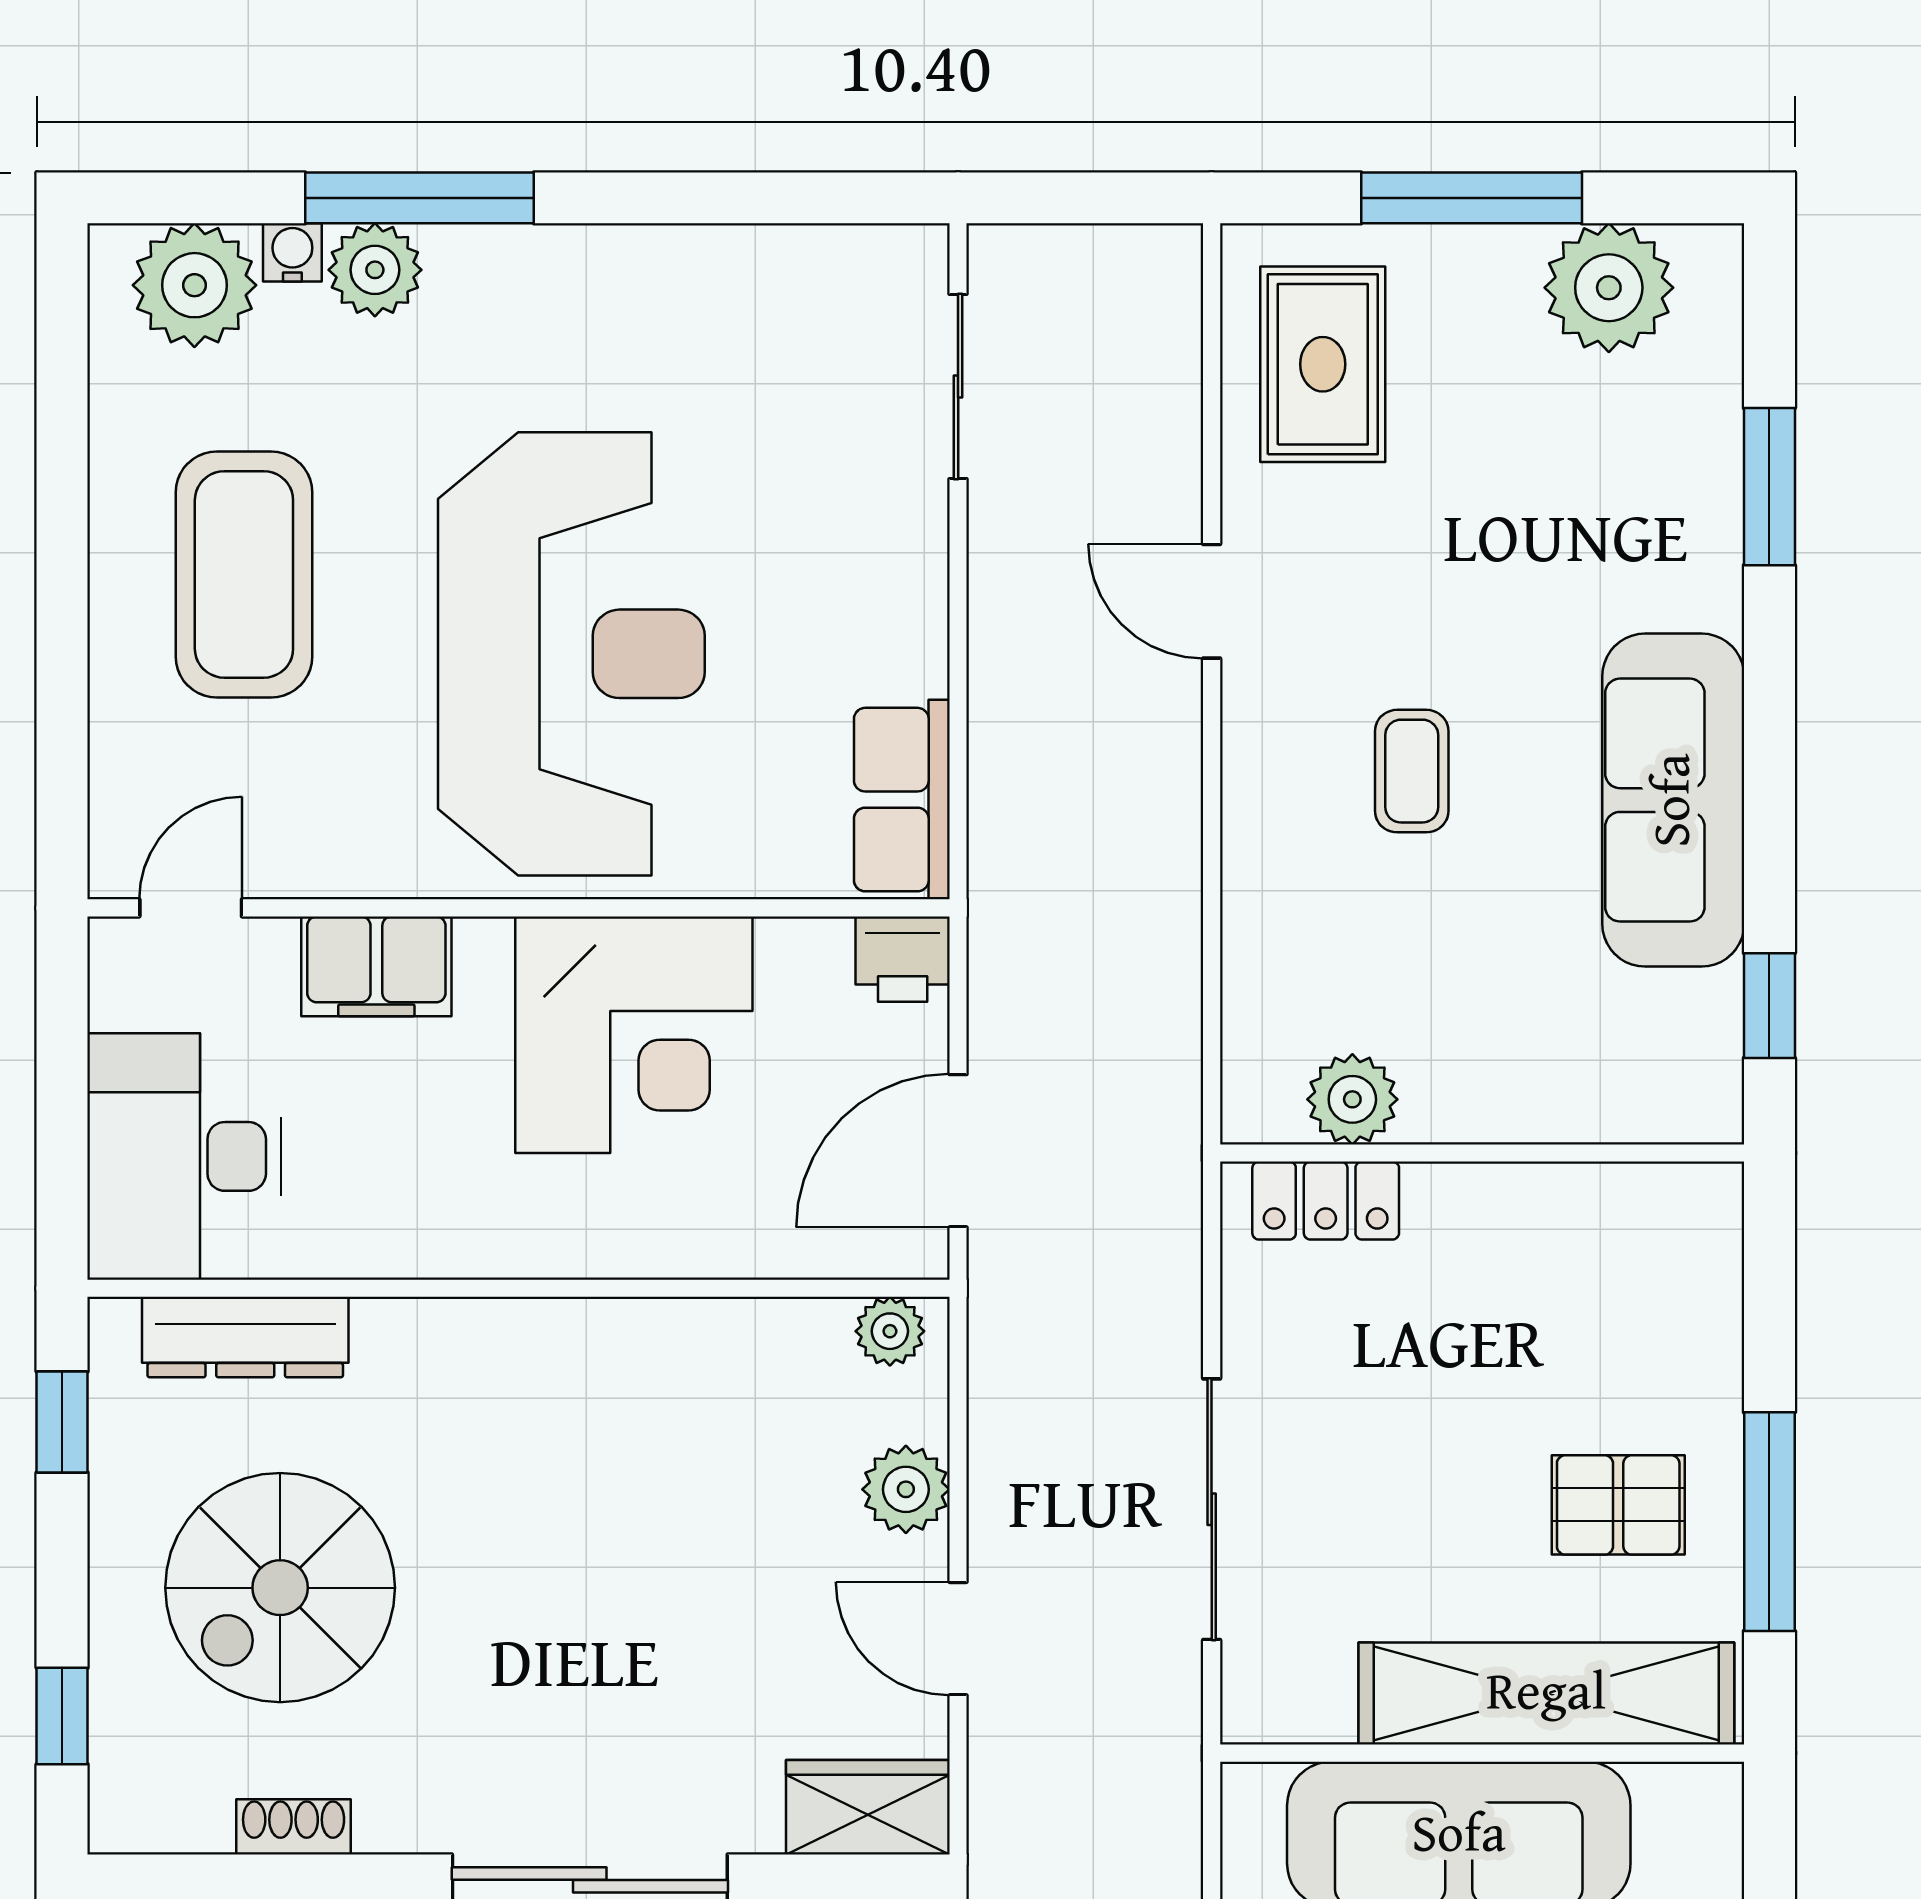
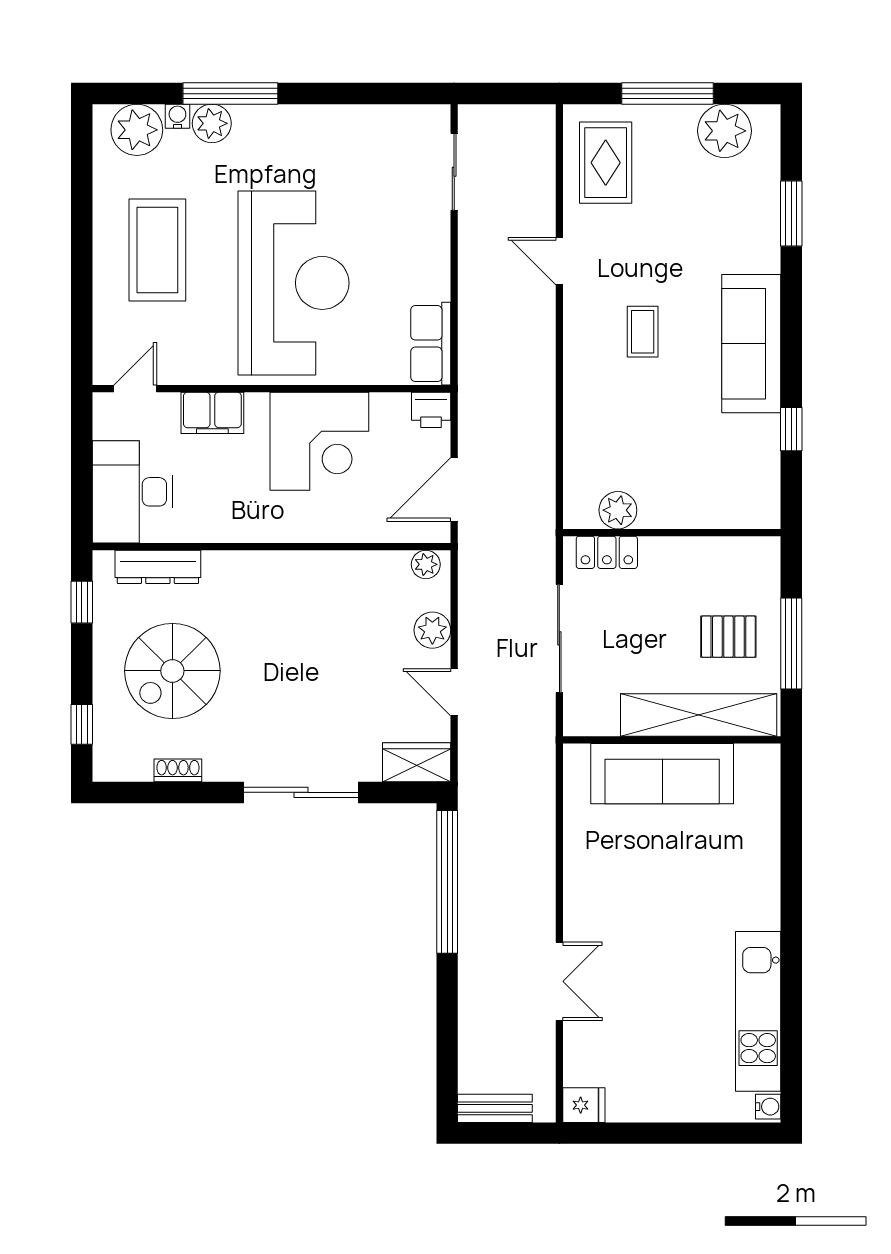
plant: (1352, 1099) -> (618, 510), moved
wall: (1482, 1153) -> (672, 533), moved
locker: (1326, 1201) -> (607, 552), moved

